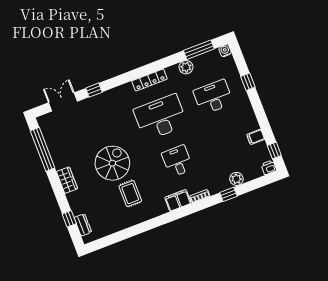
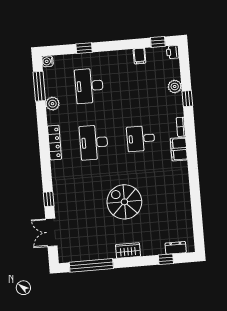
desk: (161, 117) -> (94, 142), width x0.73, depth x0.77
rug: (130, 194) -> (159, 193), removed

